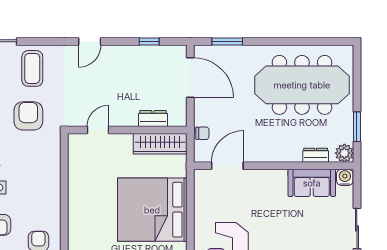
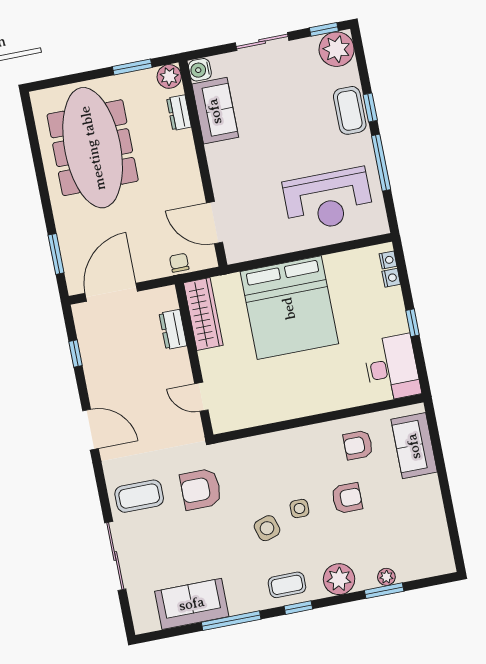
door: (90, 42) -> (90, 430), width x1.38

